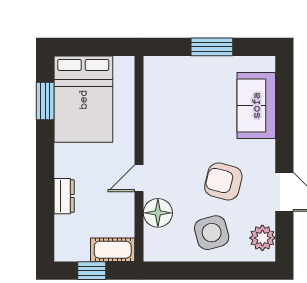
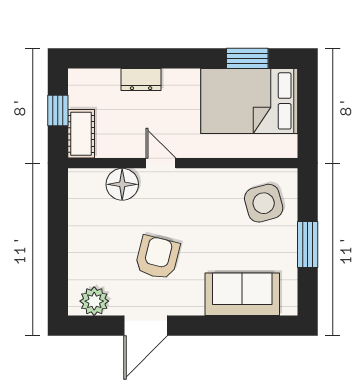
side table: (212, 233) -> (264, 203), moved

